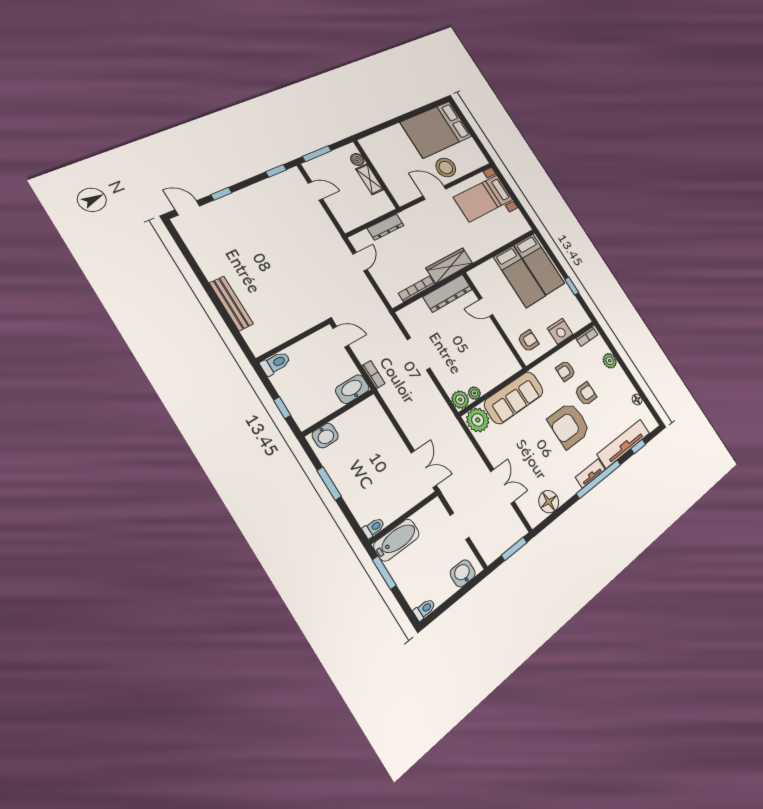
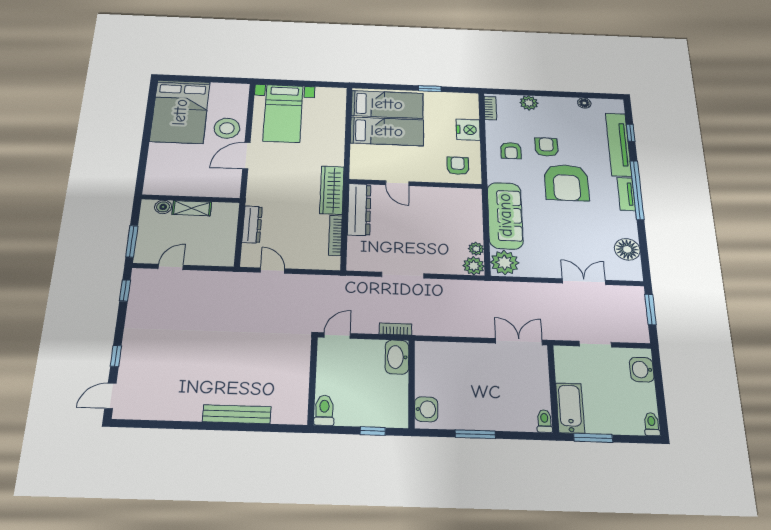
door: (486, 307) -> (397, 183), hinge flipped

